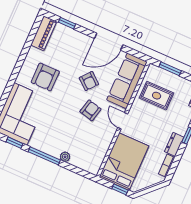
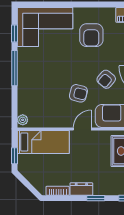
armchair: (45, 77) -> (91, 35), turned -90
plant: (65, 157) -> (23, 120), moved
bed: (124, 162) -> (43, 142), width x0.67

